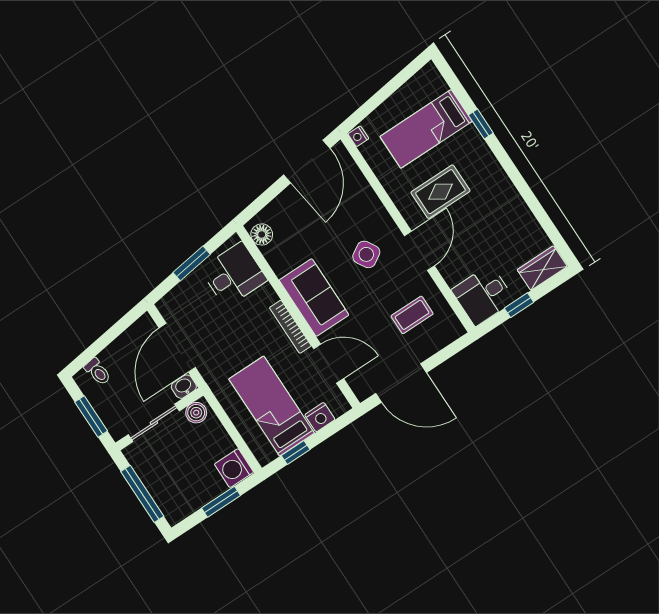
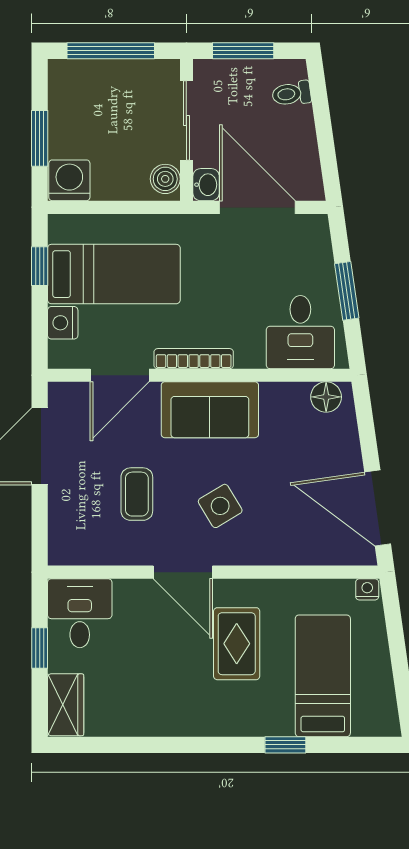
coffee table: (412, 315) -> (137, 494), moved

